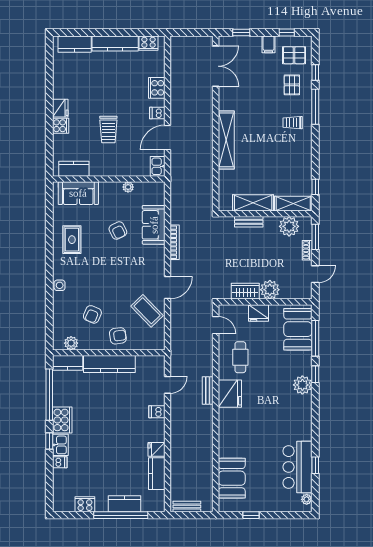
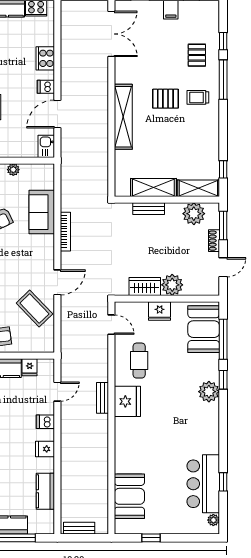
pallet: (294, 55) -> (165, 99), moved
fridge: (143, 363) -> (30, 367), added
fridge: (156, 449) -> (45, 449), moved

